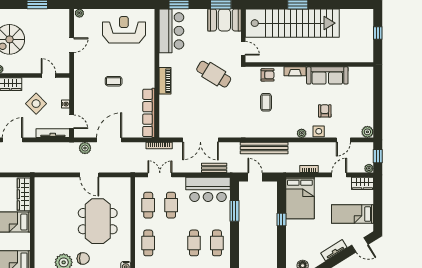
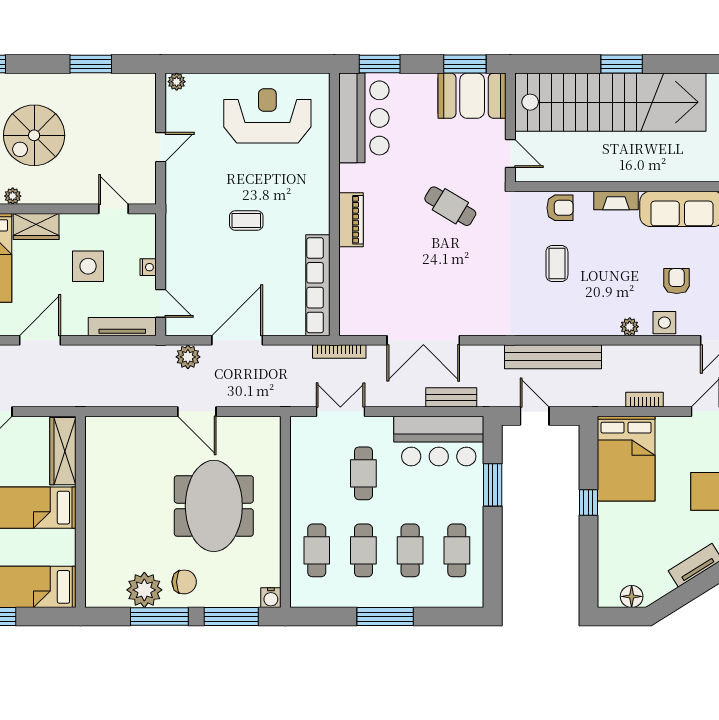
cafe table: (214, 74) -> (450, 206), width x0.73, depth x0.74
side table: (36, 104) -> (88, 266), turned 45
cafe table: (148, 205) -> (363, 550), moved

